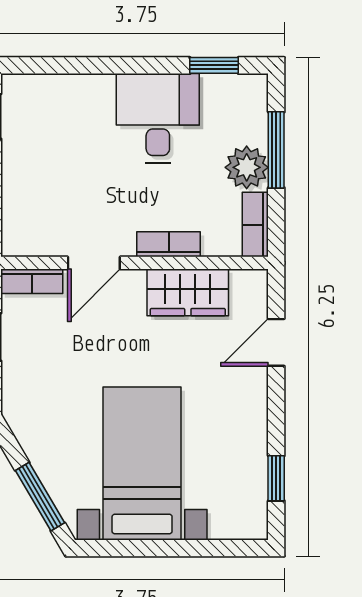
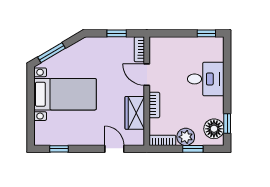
floor lamp: (227, 98) -> (214, 129), added
desk: (158, 118) -> (206, 79), moved
window: (276, 150) -> (193, 149), width x0.67

